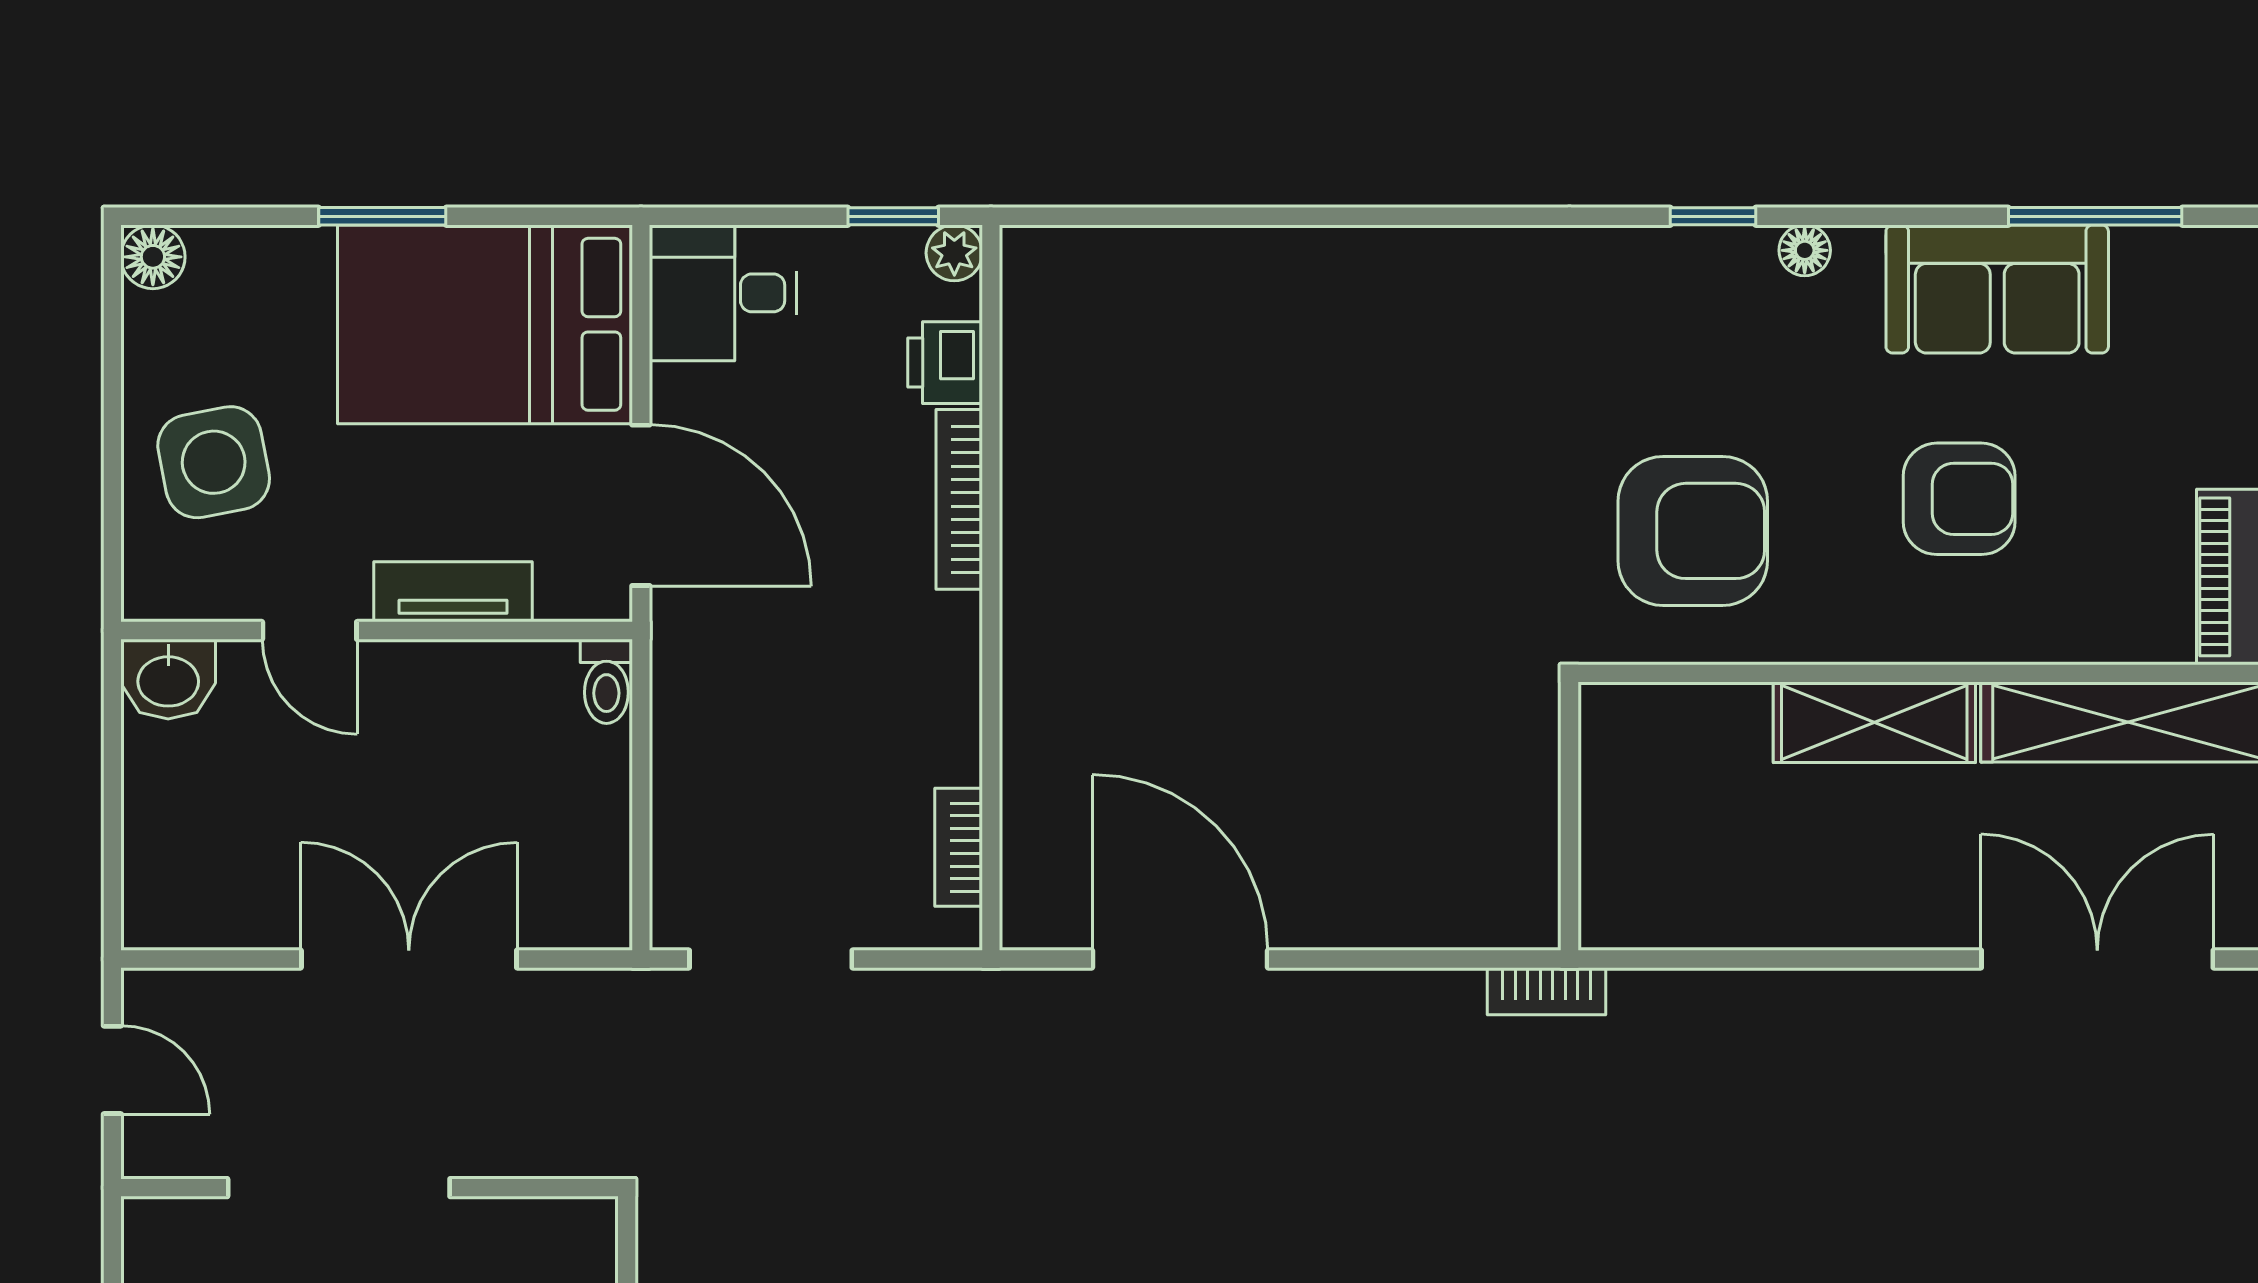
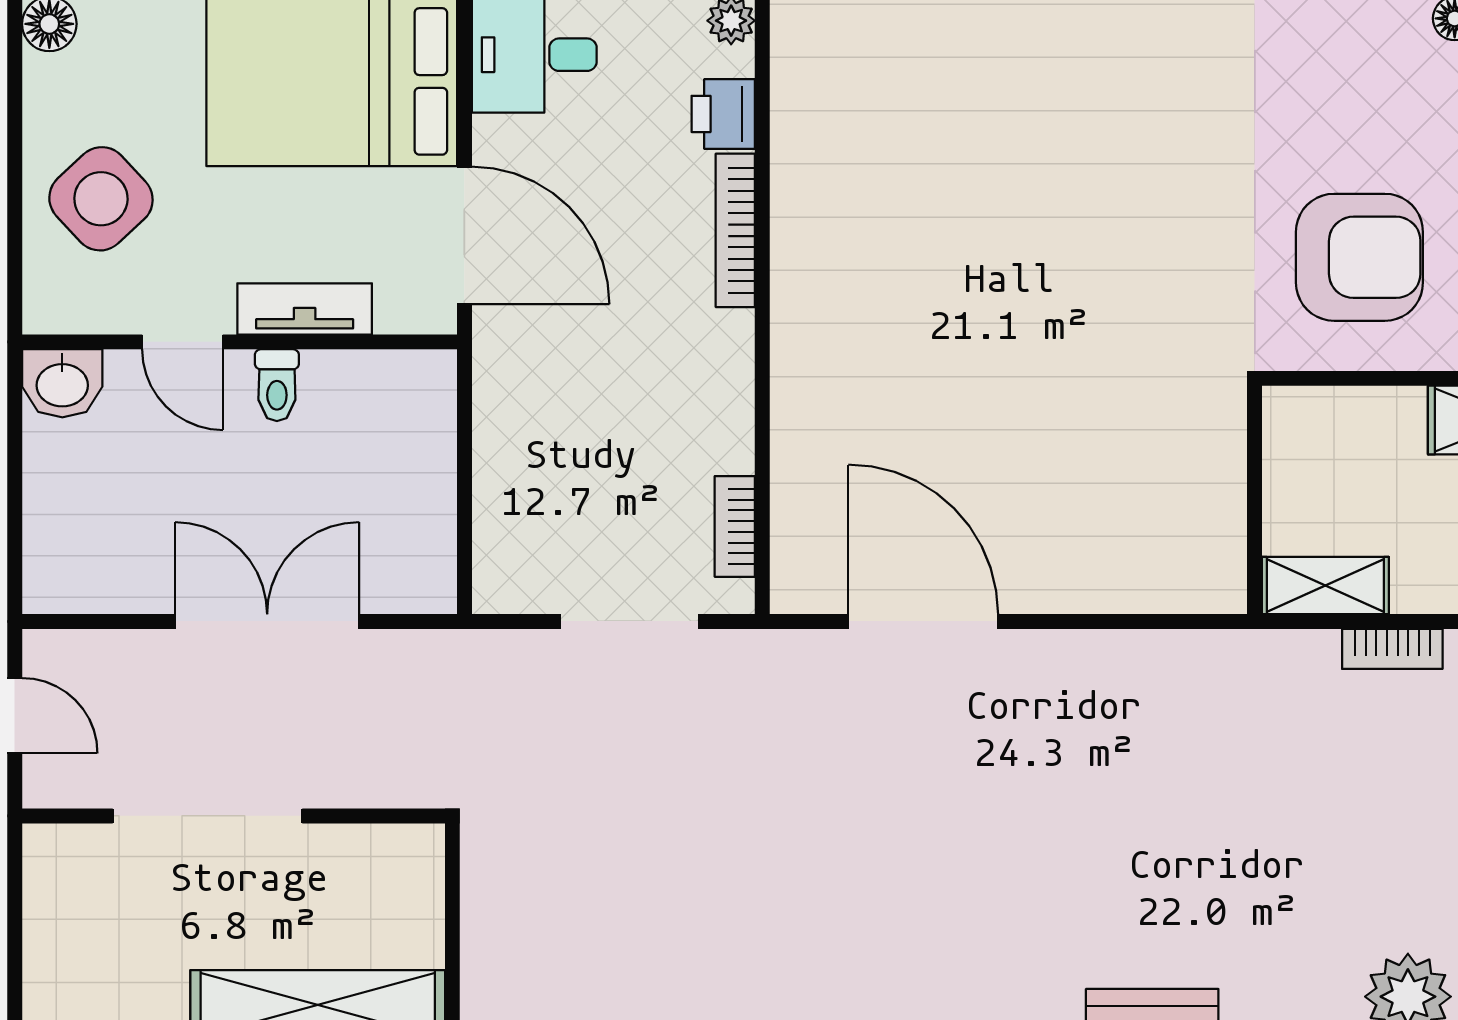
side table: (214, 462) -> (101, 199), turned -32
toilet: (606, 681) -> (277, 385), moved
shelving: (1653, 917) -> (1325, 586), added
doorway: (771, 959) -> (630, 621), moved
bookcase: (1547, 991) -> (1392, 649), moved

